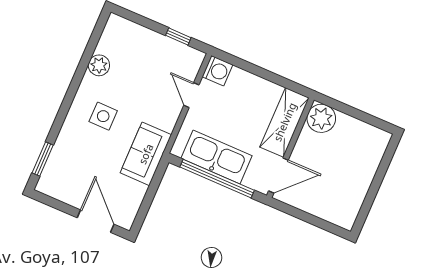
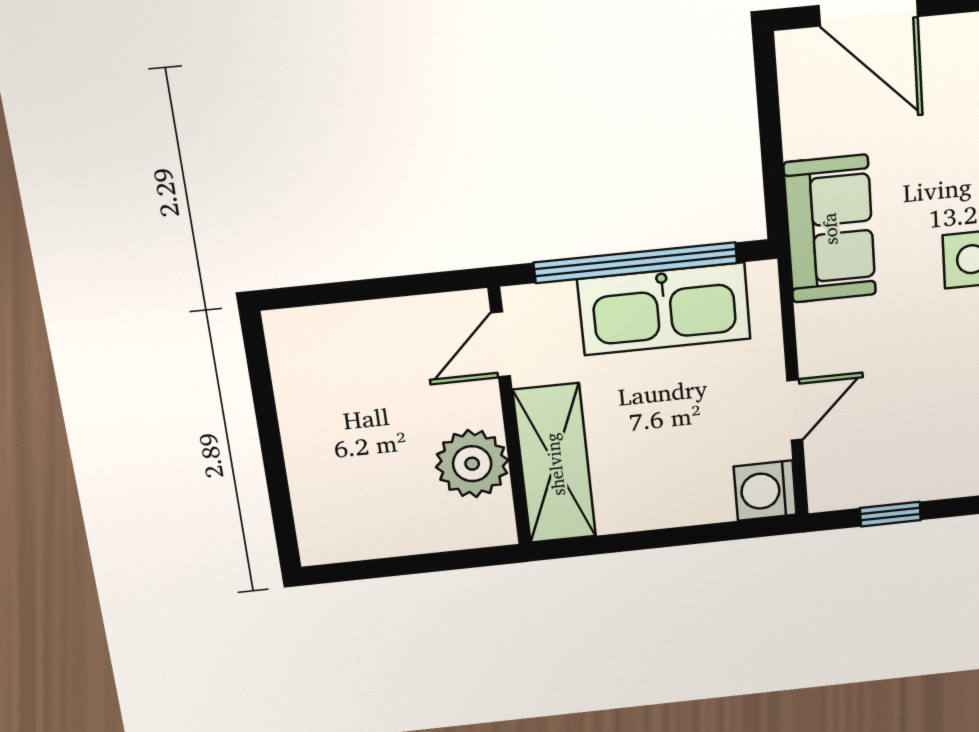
door: (191, 95) -> (795, 410), hinge flipped
plant: (321, 118) -> (472, 464), moved
door: (278, 175) -> (501, 345), width x0.73

